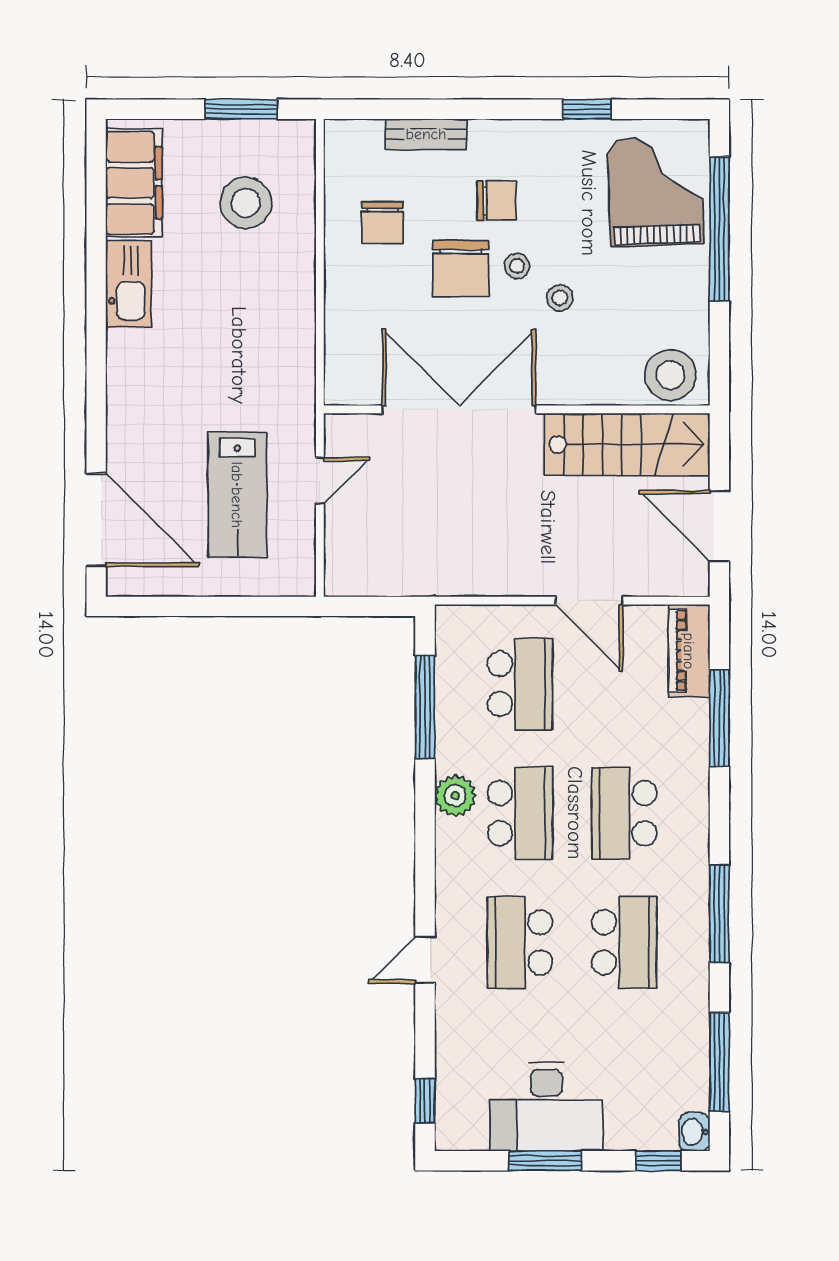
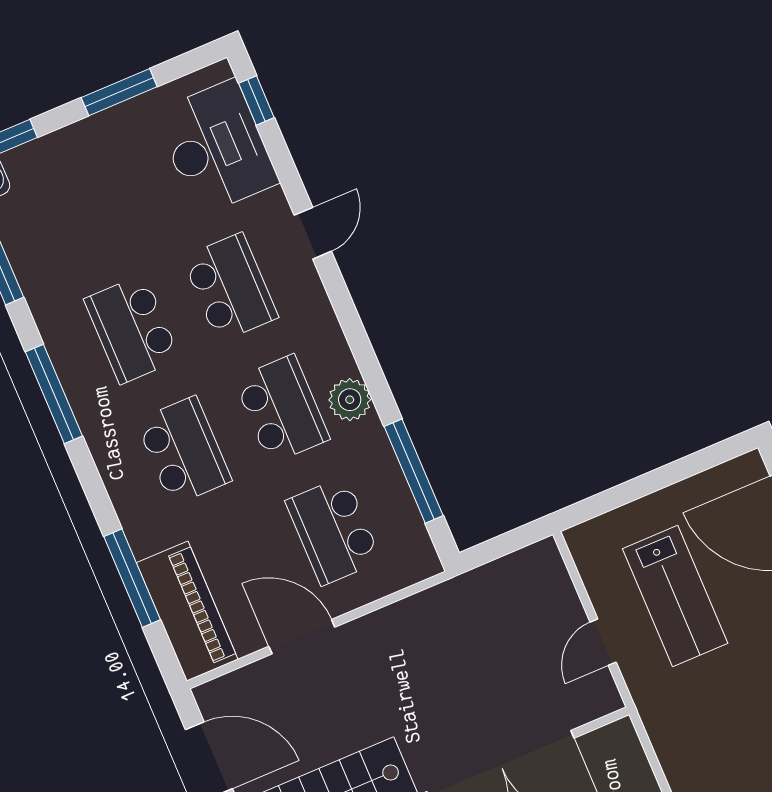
lab bench: (237, 495) -> (675, 596), turned 180
piano: (689, 651) -> (187, 611), width x1.37, depth x1.33
school desk: (520, 813) -> (282, 409), turned 180
desk: (546, 1107) -> (216, 148), moved, turned 90

